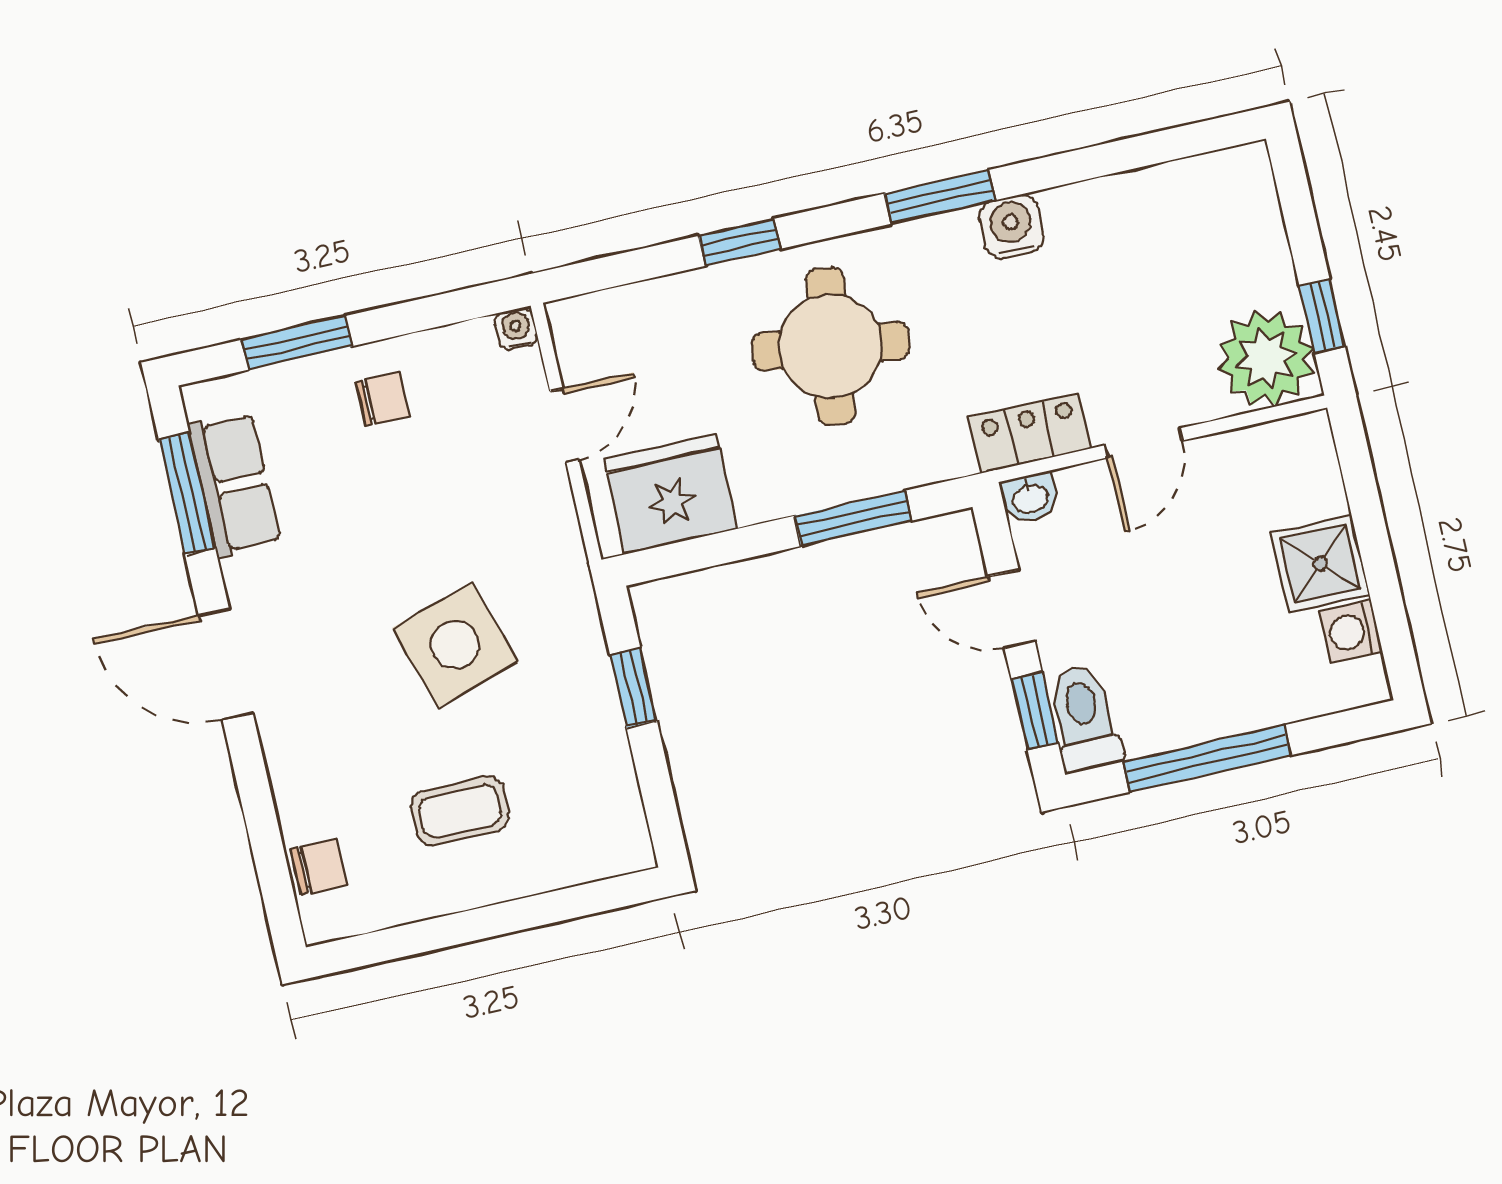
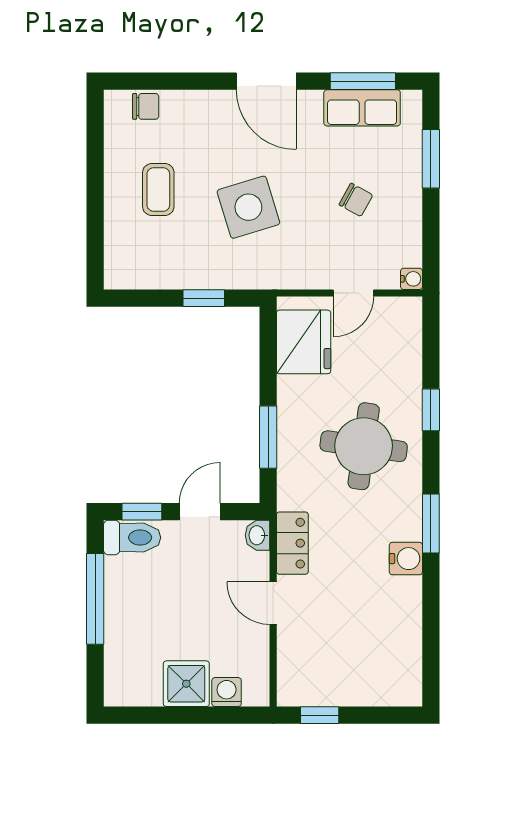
plant: (1266, 359) -> (304, 680), removed
chair: (382, 399) -> (356, 200), moved, turned -61
door: (564, 426) -> (353, 293), hinge flipped
washing machine: (1351, 631) -> (227, 692), moved
door: (226, 664) -> (266, 81), swing flipped
chair: (319, 867) -> (146, 106), turned -90

